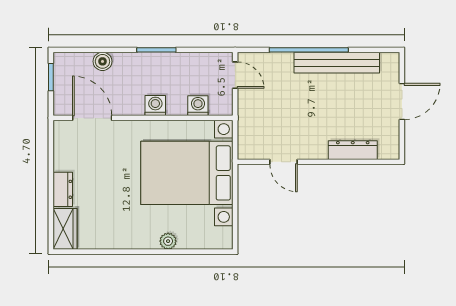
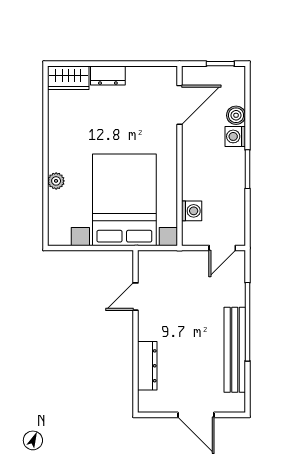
washing machine: (155, 106) -> (235, 136), moved, turned 180

